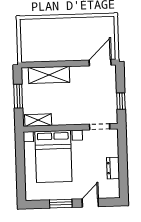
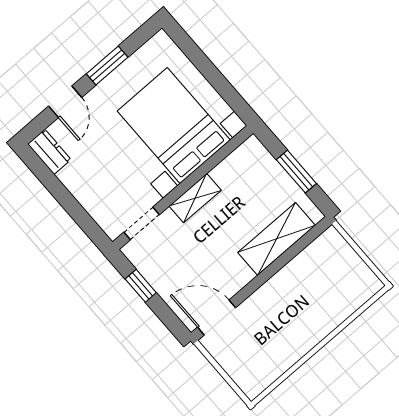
door: (100, 63) -> (217, 317), swing flipped
shelving: (38, 120) -> (195, 198), moved
dresser: (113, 168) -> (49, 152), moved

